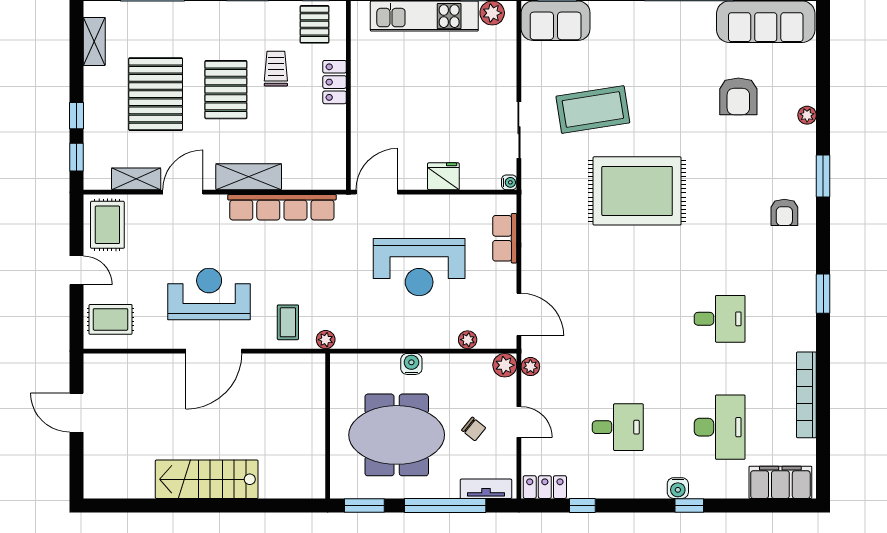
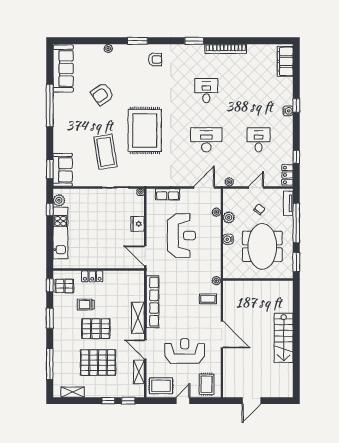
armchair: (738, 96) -> (102, 94), moved, turned 146
reception desk: (209, 294) -> (185, 351), moved, turned 90
plant: (505, 365) -> (229, 217), moved
bookcase: (806, 395) -> (226, 49), moved
desk: (720, 427) -> (206, 140), moved

